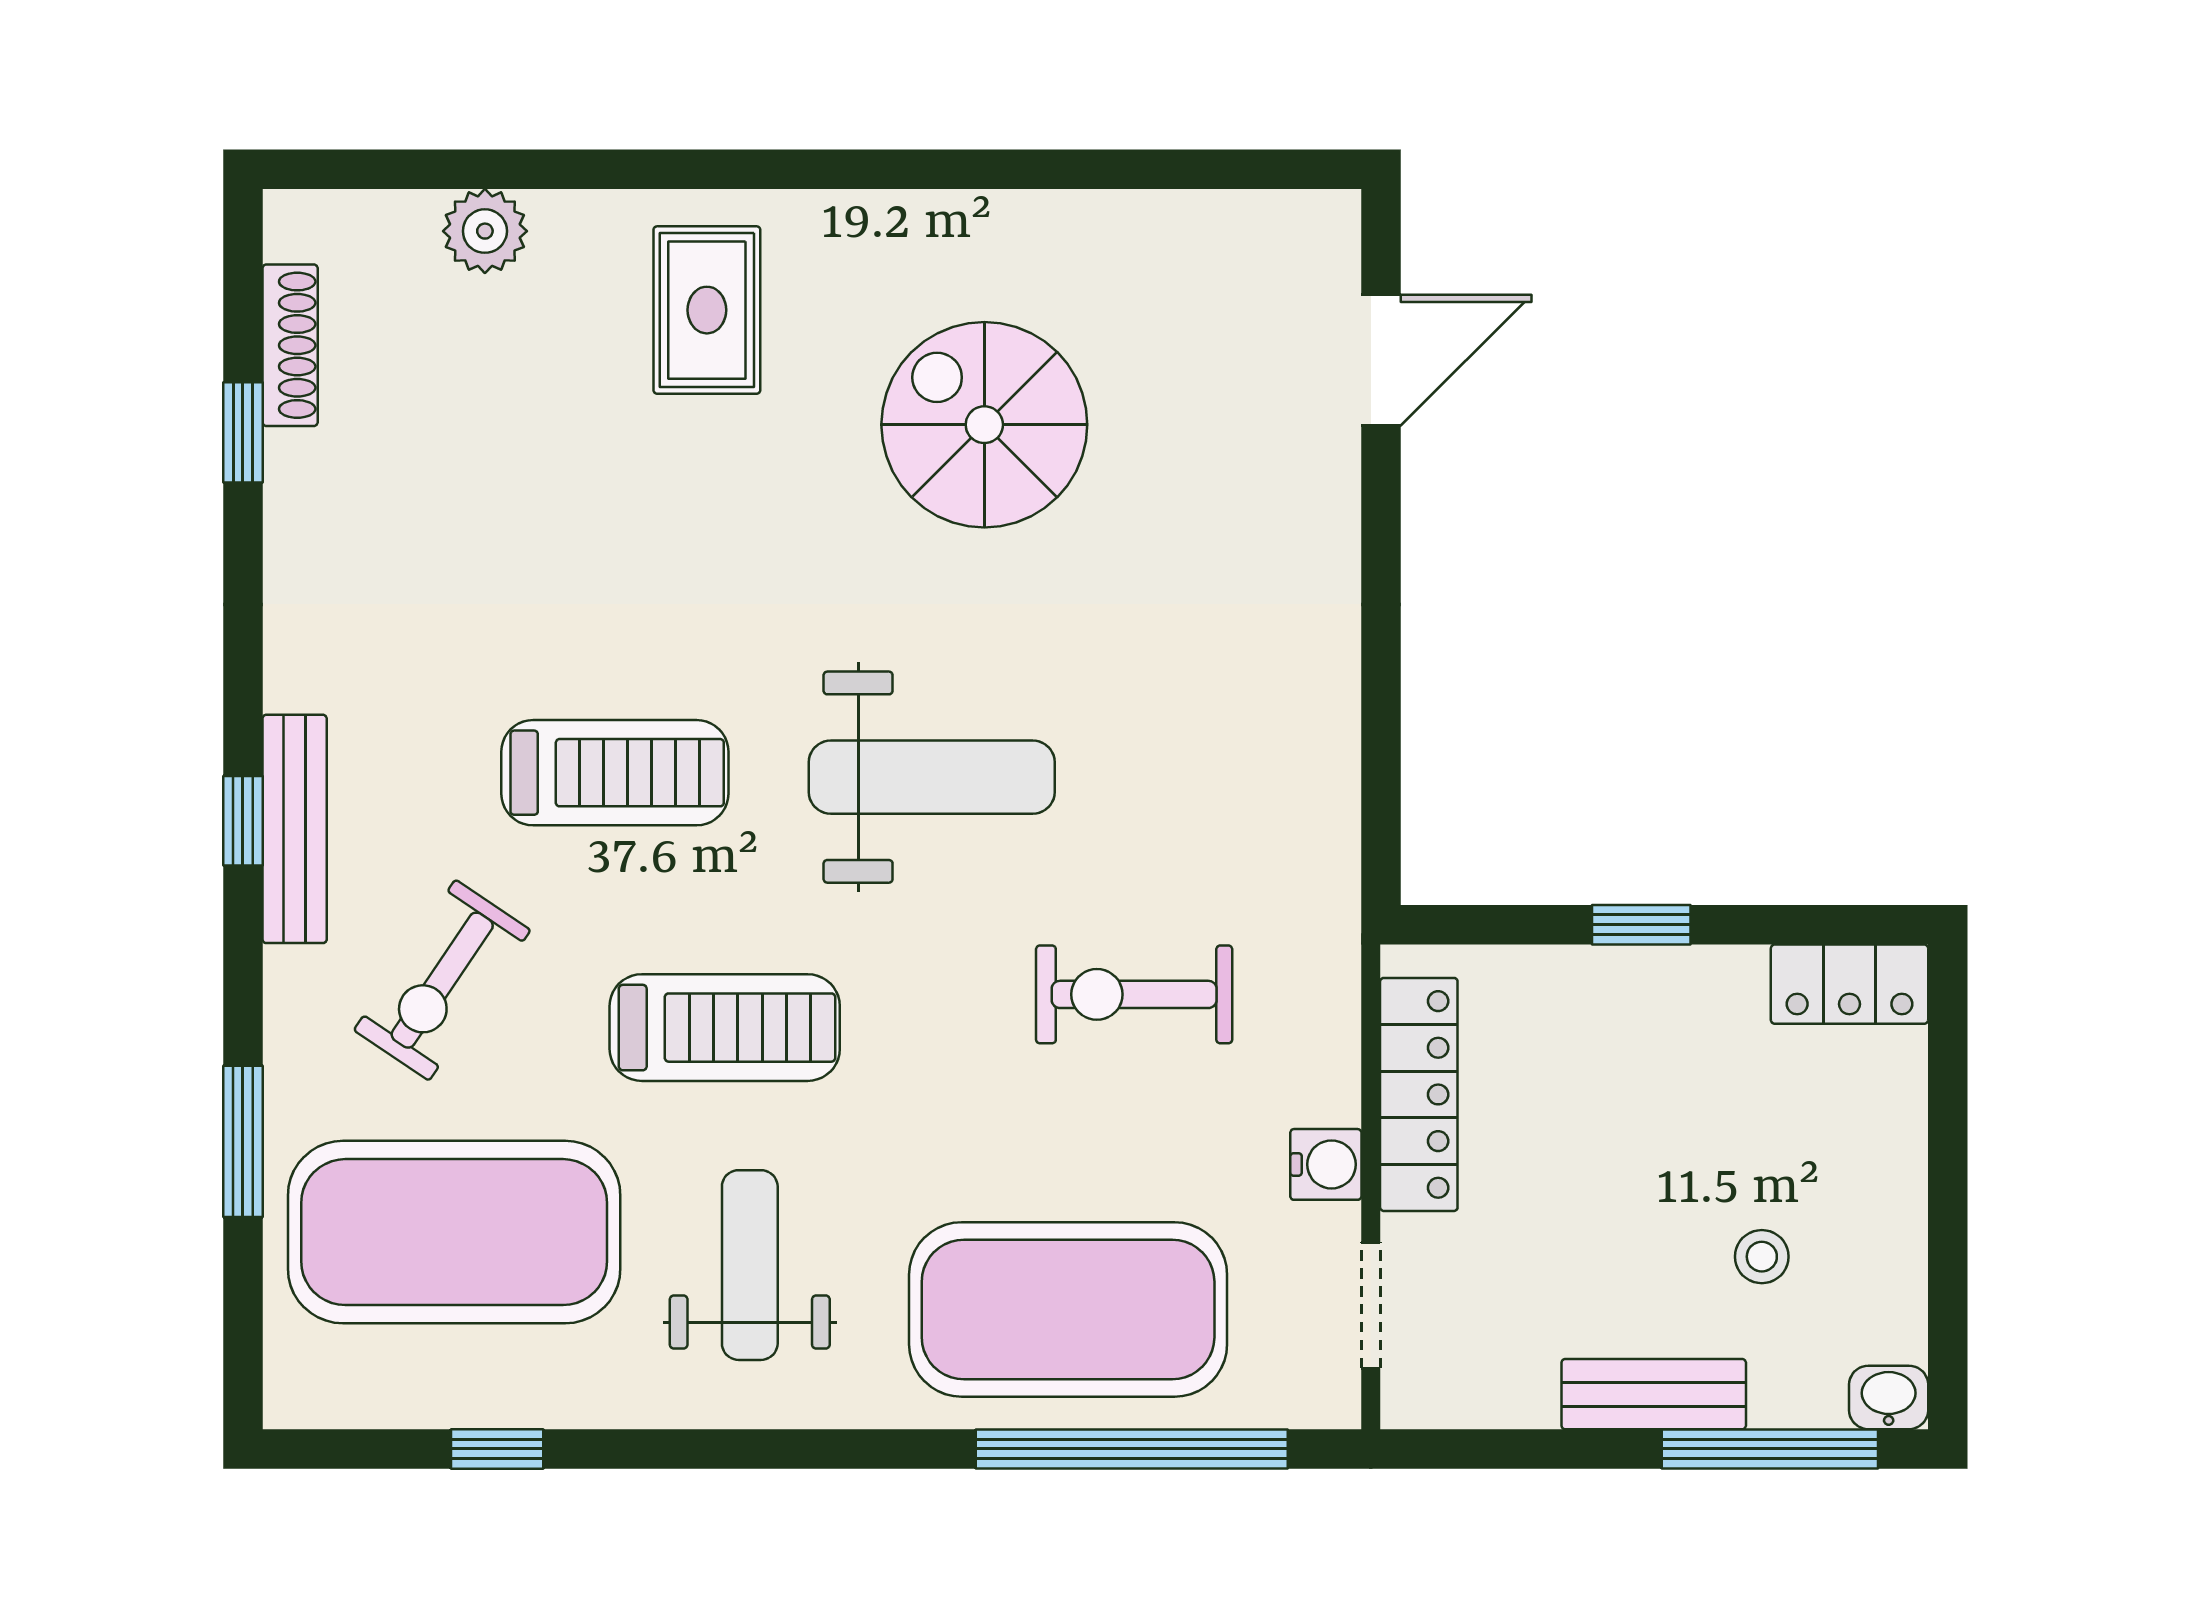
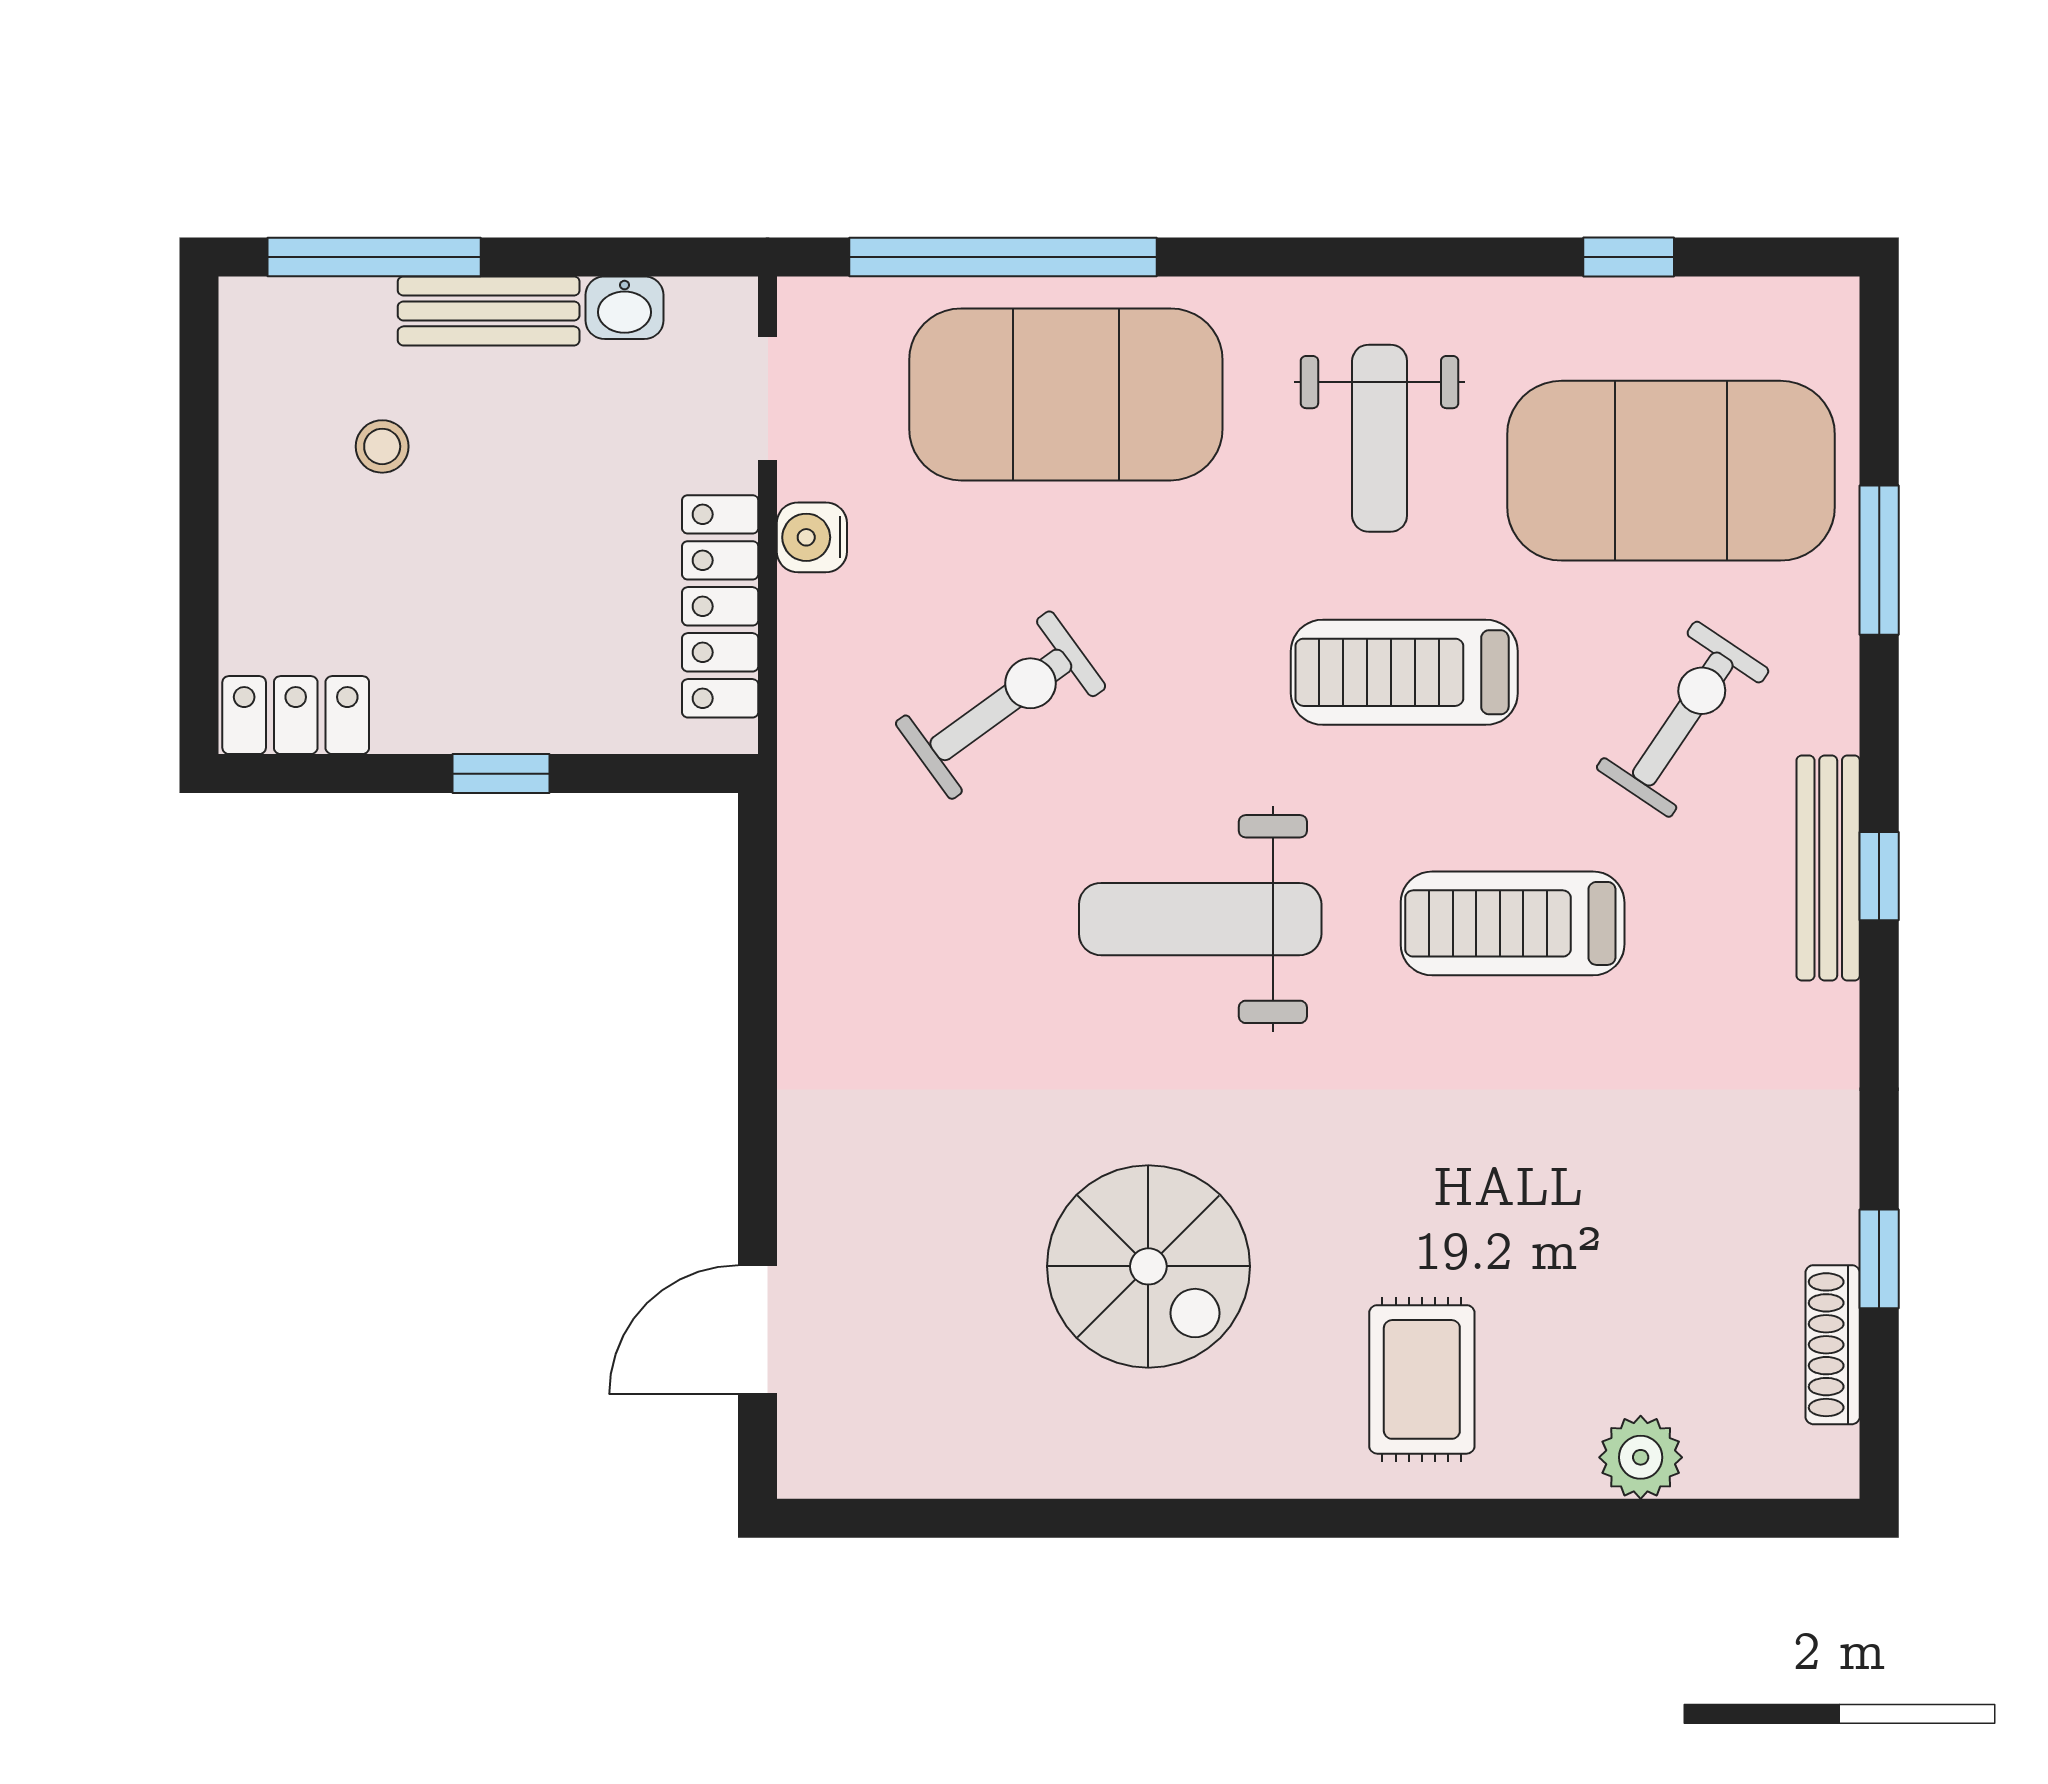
exercise bike: (1134, 994) -> (1001, 705), turned -36
washbasin: (1889, 1397) -> (625, 308), moved

